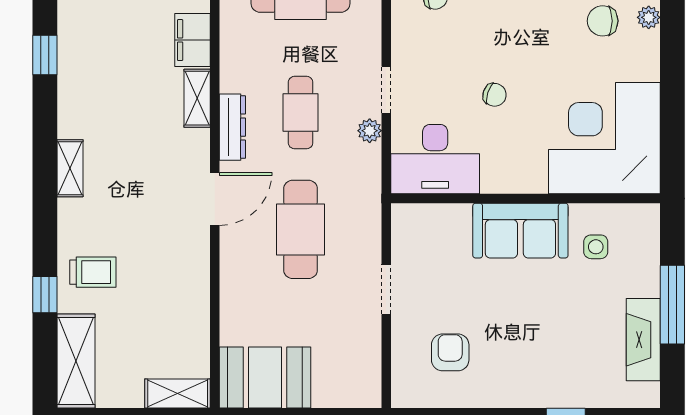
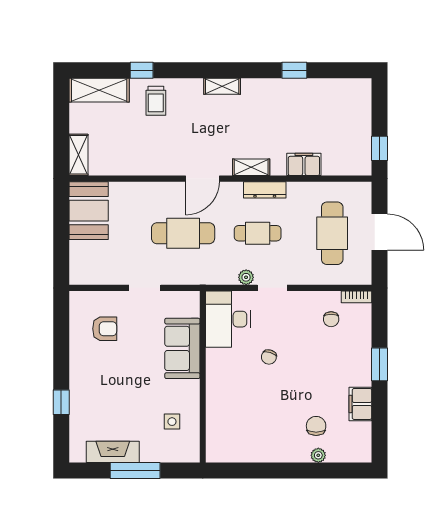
shelving: (197, 98) -> (251, 167), moved
dresser: (232, 127) -> (265, 190), moved
corner desk: (604, 138) -> (241, 427), removed
door: (215, 199) -> (203, 179), hinge flipped
sofa: (520, 231) -> (182, 348), moved

